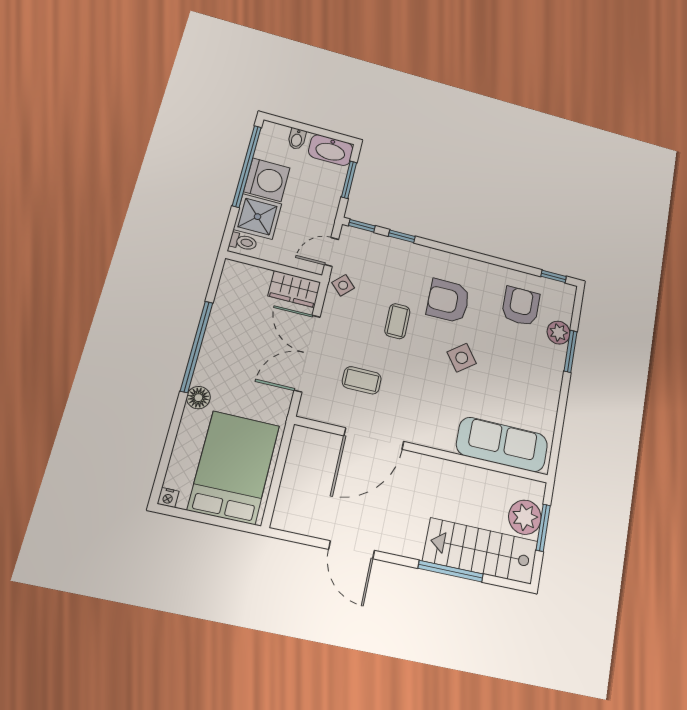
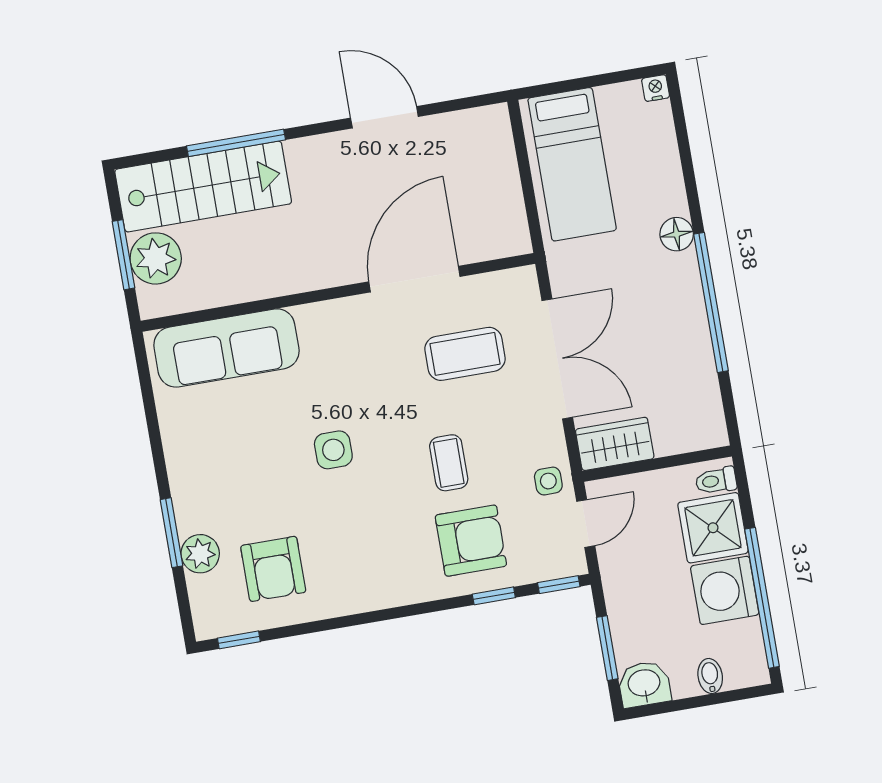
washbasin: (331, 150) -> (644, 684), width x0.72
side table: (343, 285) -> (548, 481), turned 45
armchair: (448, 301) -> (471, 541), moved
side table: (462, 358) -> (333, 450), turned 37
coffee table: (362, 380) -> (465, 354), width x1.36, depth x1.30
bed: (234, 467) -> (572, 164), width x0.67

